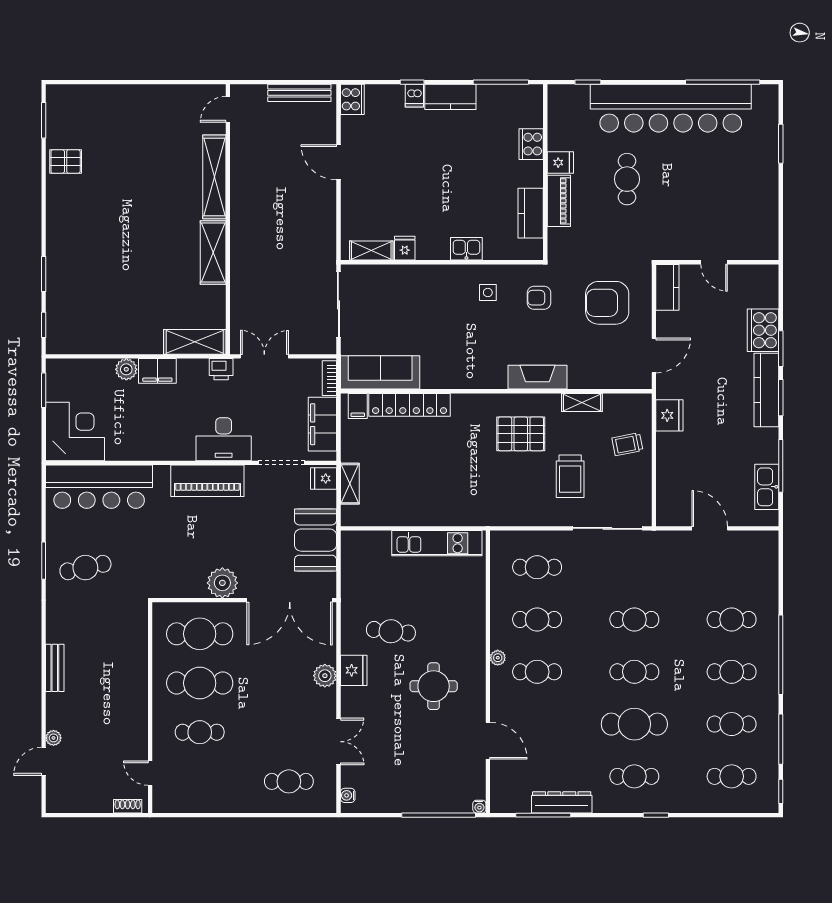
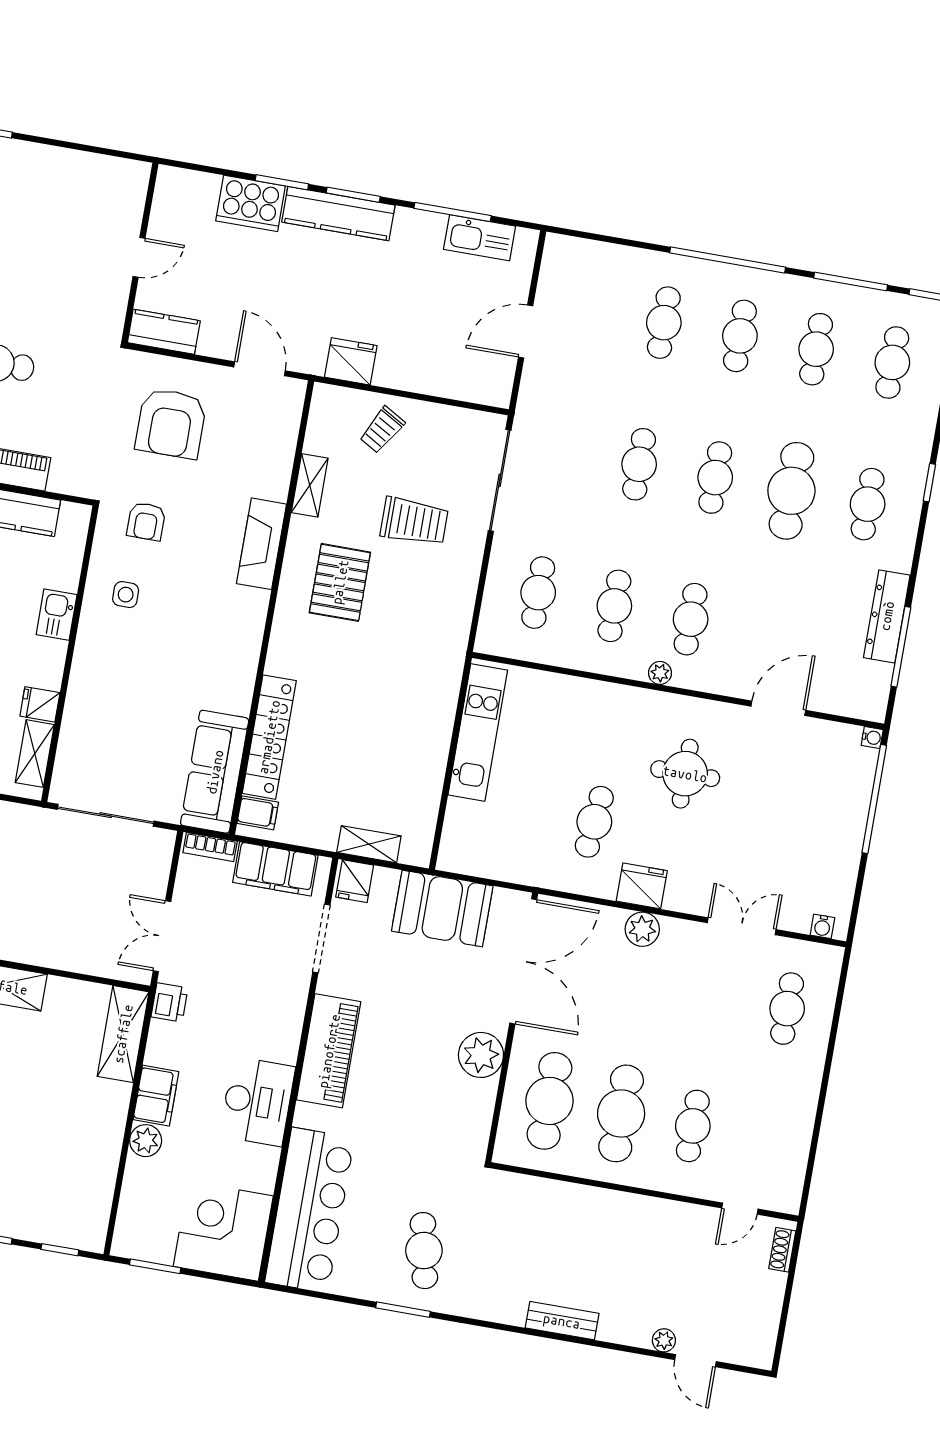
desk: (224, 439) -> (257, 1101), moved
trolley: (627, 444) -> (382, 430), turned 41

